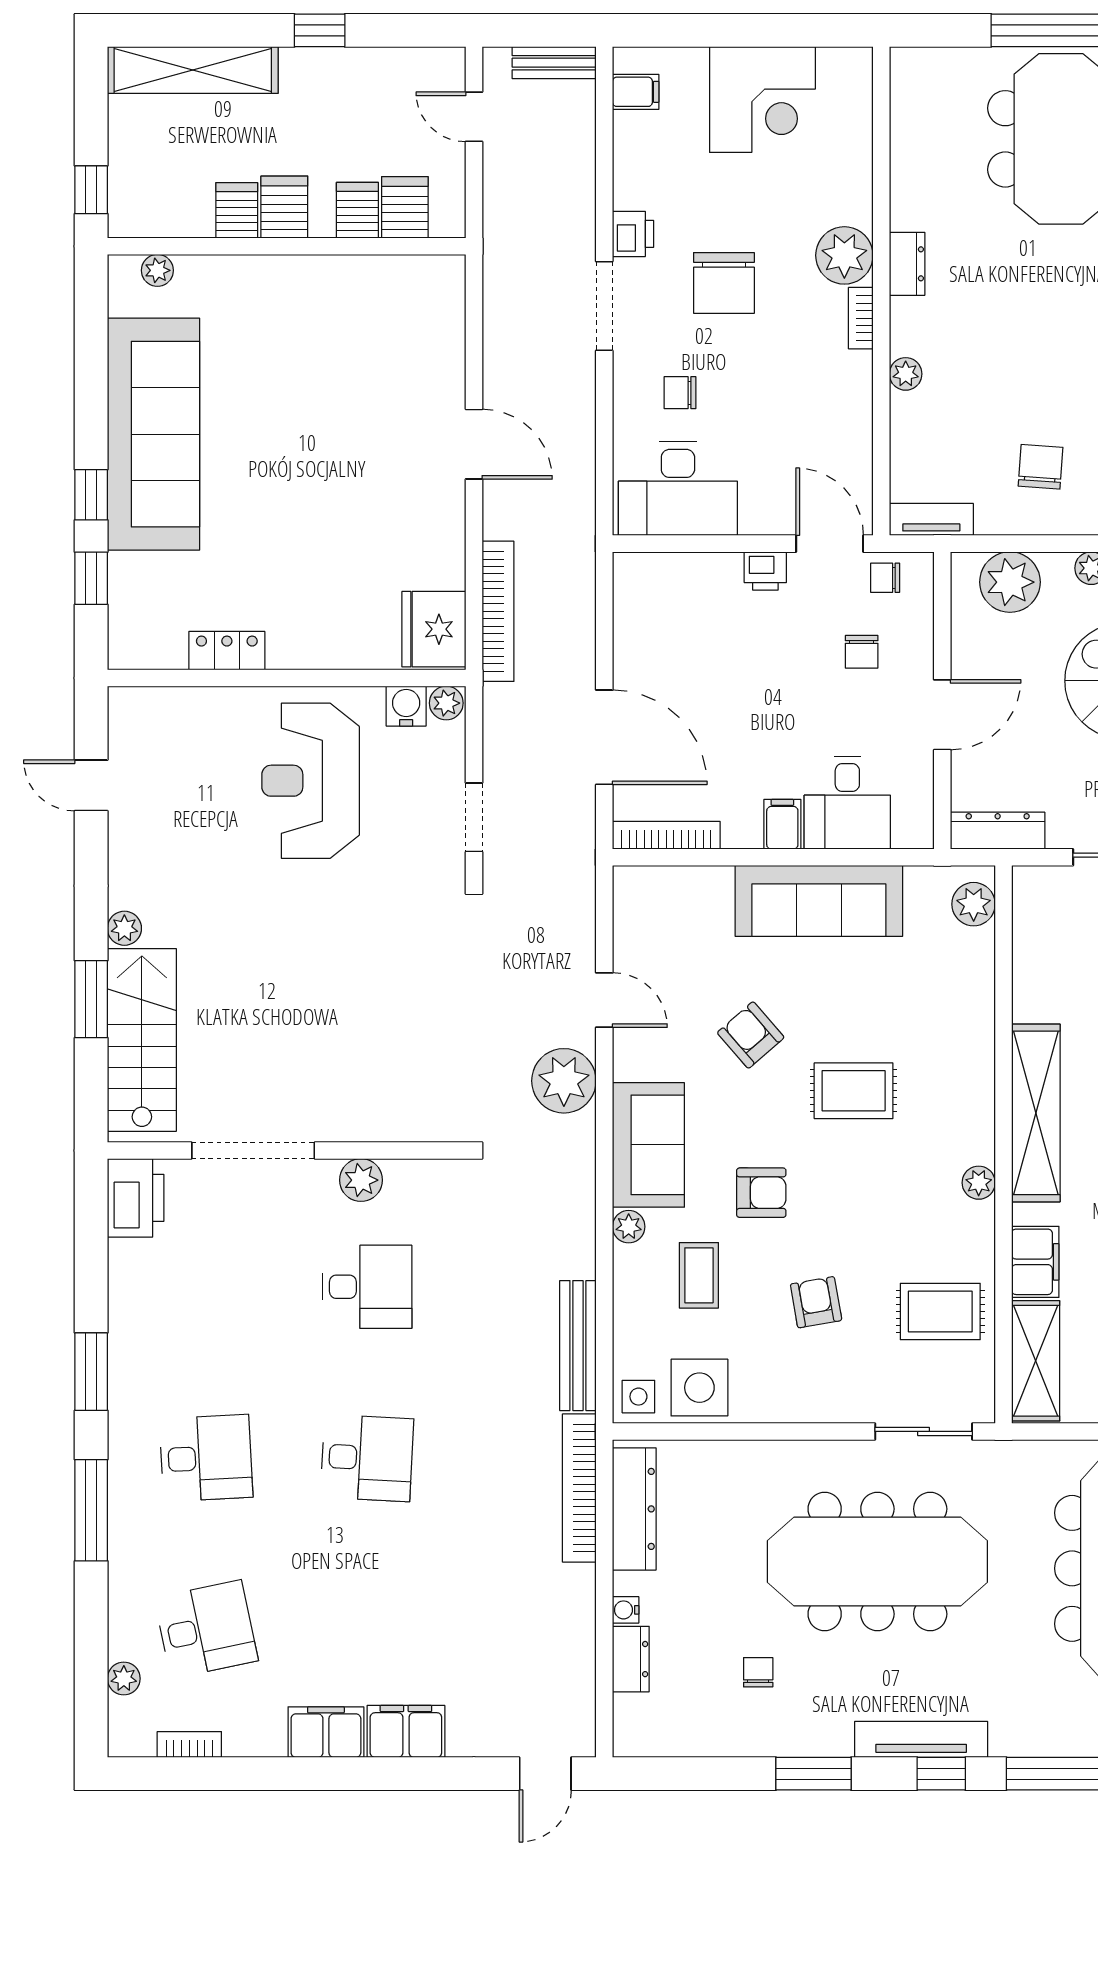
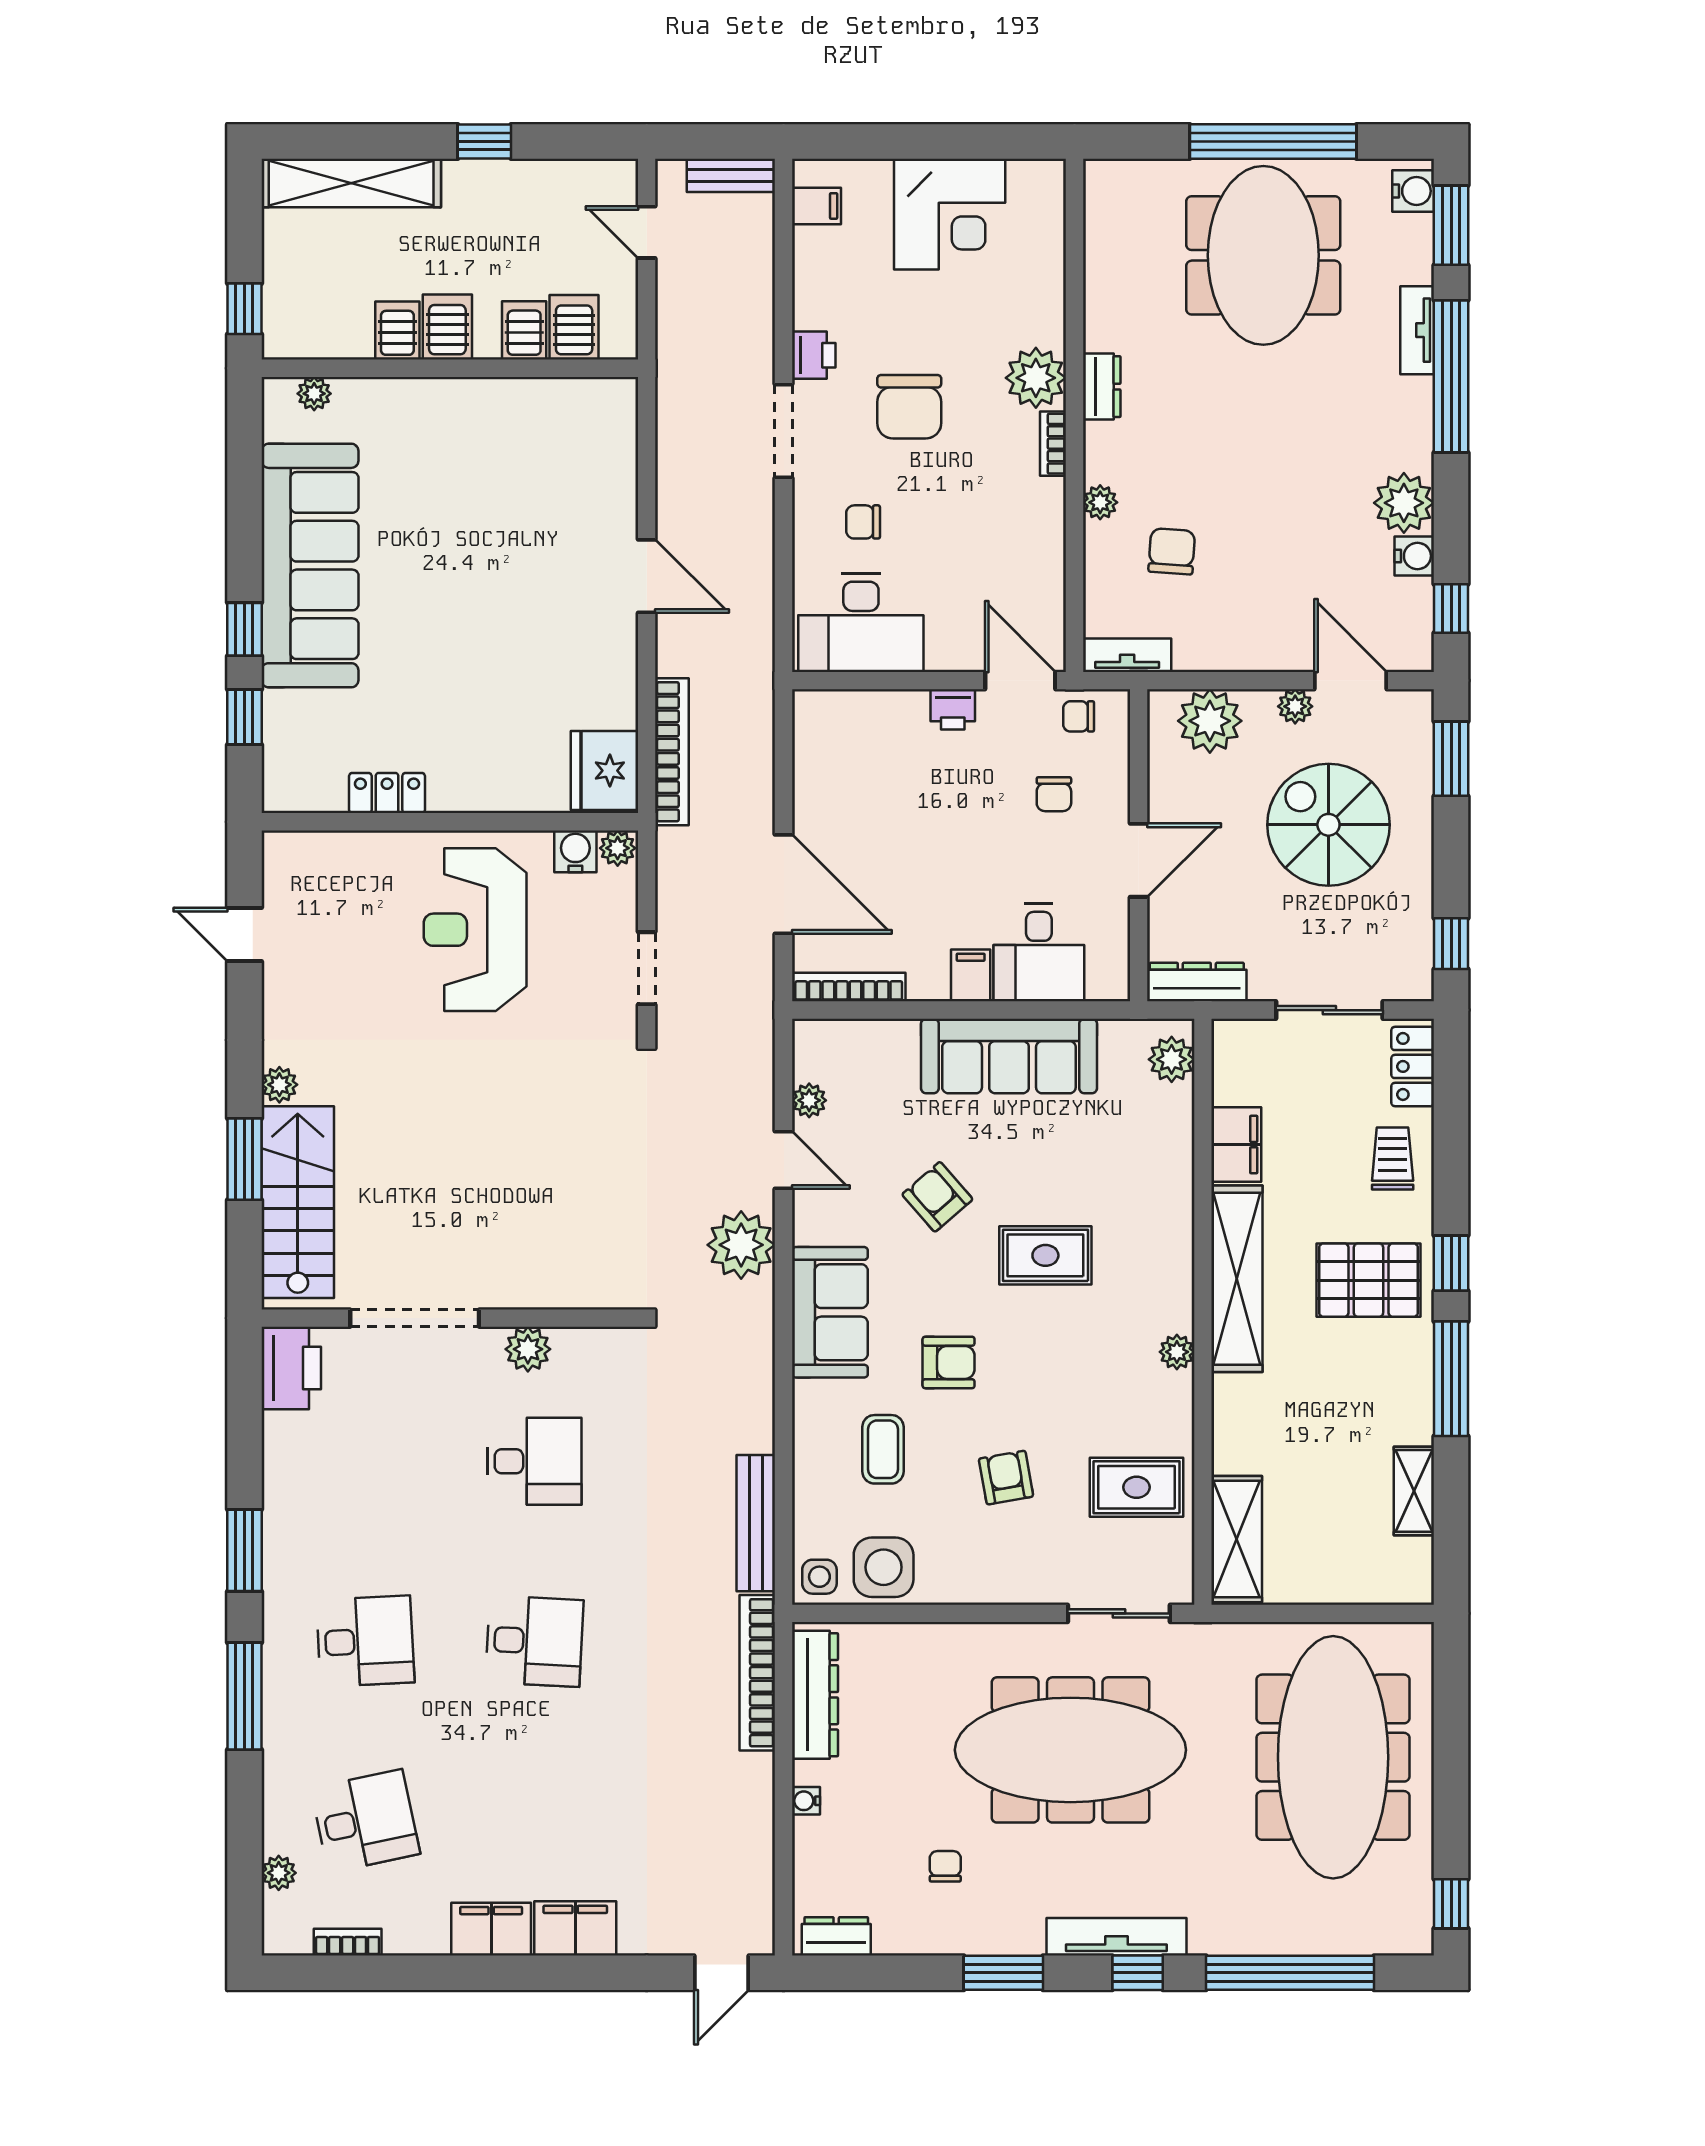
chair: (1041, 467) -> (1172, 551), moved
plant: (629, 1227) -> (809, 1100), moved
filing cabinet: (1035, 1262) -> (1236, 1145), moved
dresser: (631, 1659) -> (836, 1936), moved, turned -90

